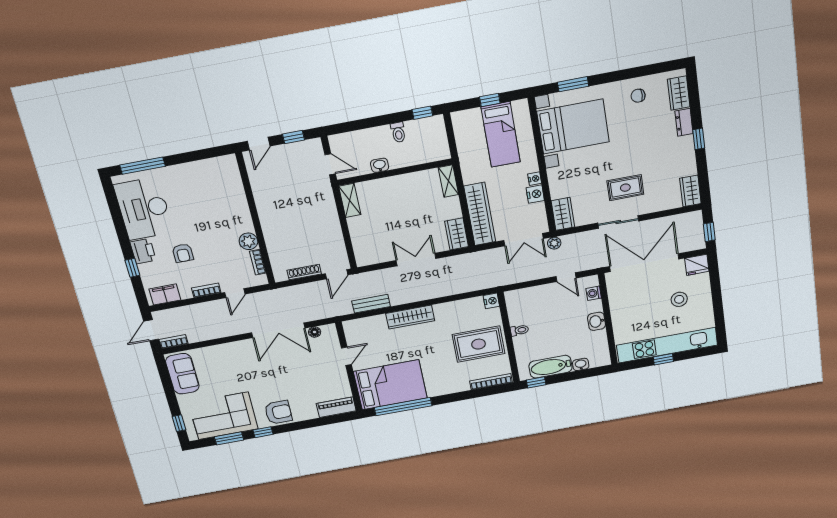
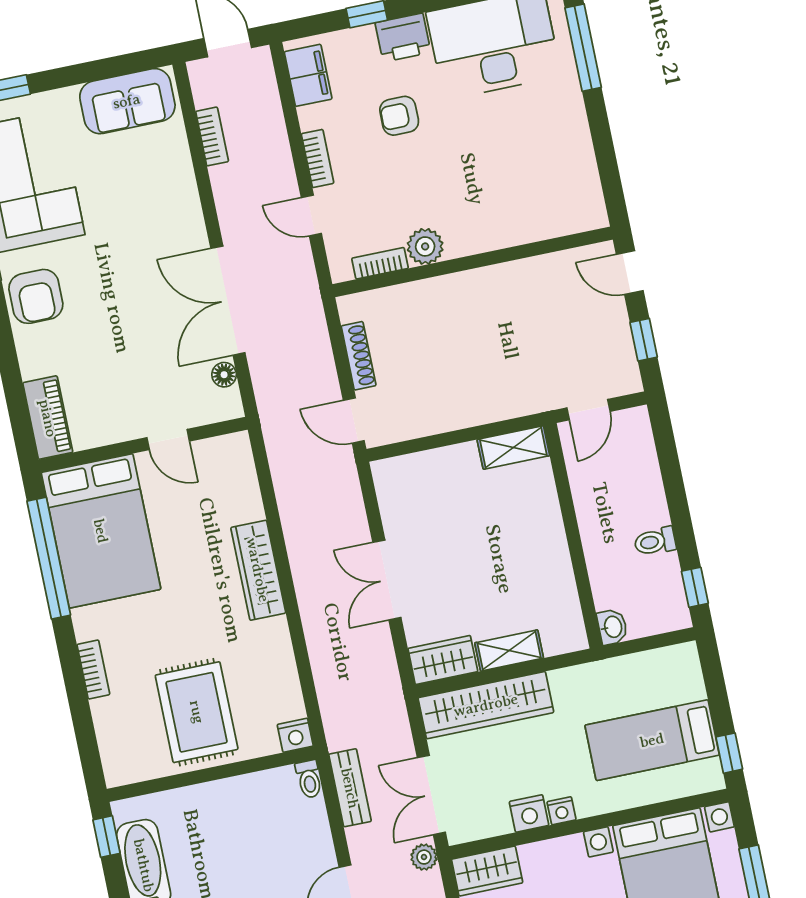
window: (490, 100) -> (729, 753), moved
washbasin: (380, 165) -> (612, 627), moved
shelving: (448, 181) -> (509, 650), moved
double door: (416, 260) -> (387, 580), swing flipped
bench: (371, 304) -> (350, 788), moved
toilet: (519, 330) -> (309, 779), moved
bookcase: (174, 342) -> (212, 136), moved
bookcase: (491, 382) -> (93, 669), moved, width x0.64

